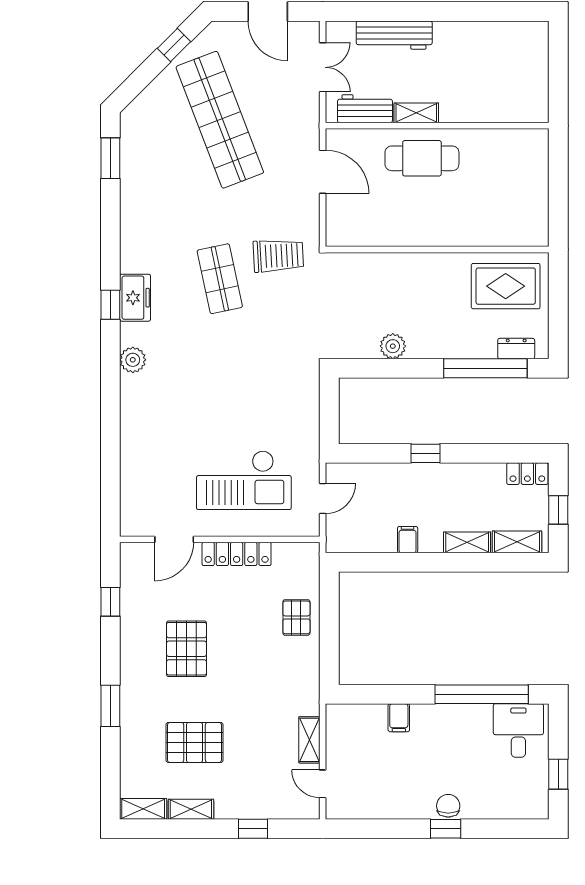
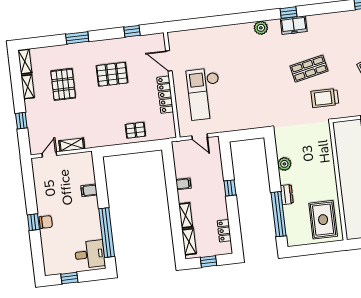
trolley: (278, 256) -> (325, 98), turned 93
dresser: (516, 349) -> (287, 195), moved
locker: (527, 474) -> (224, 231), moved

